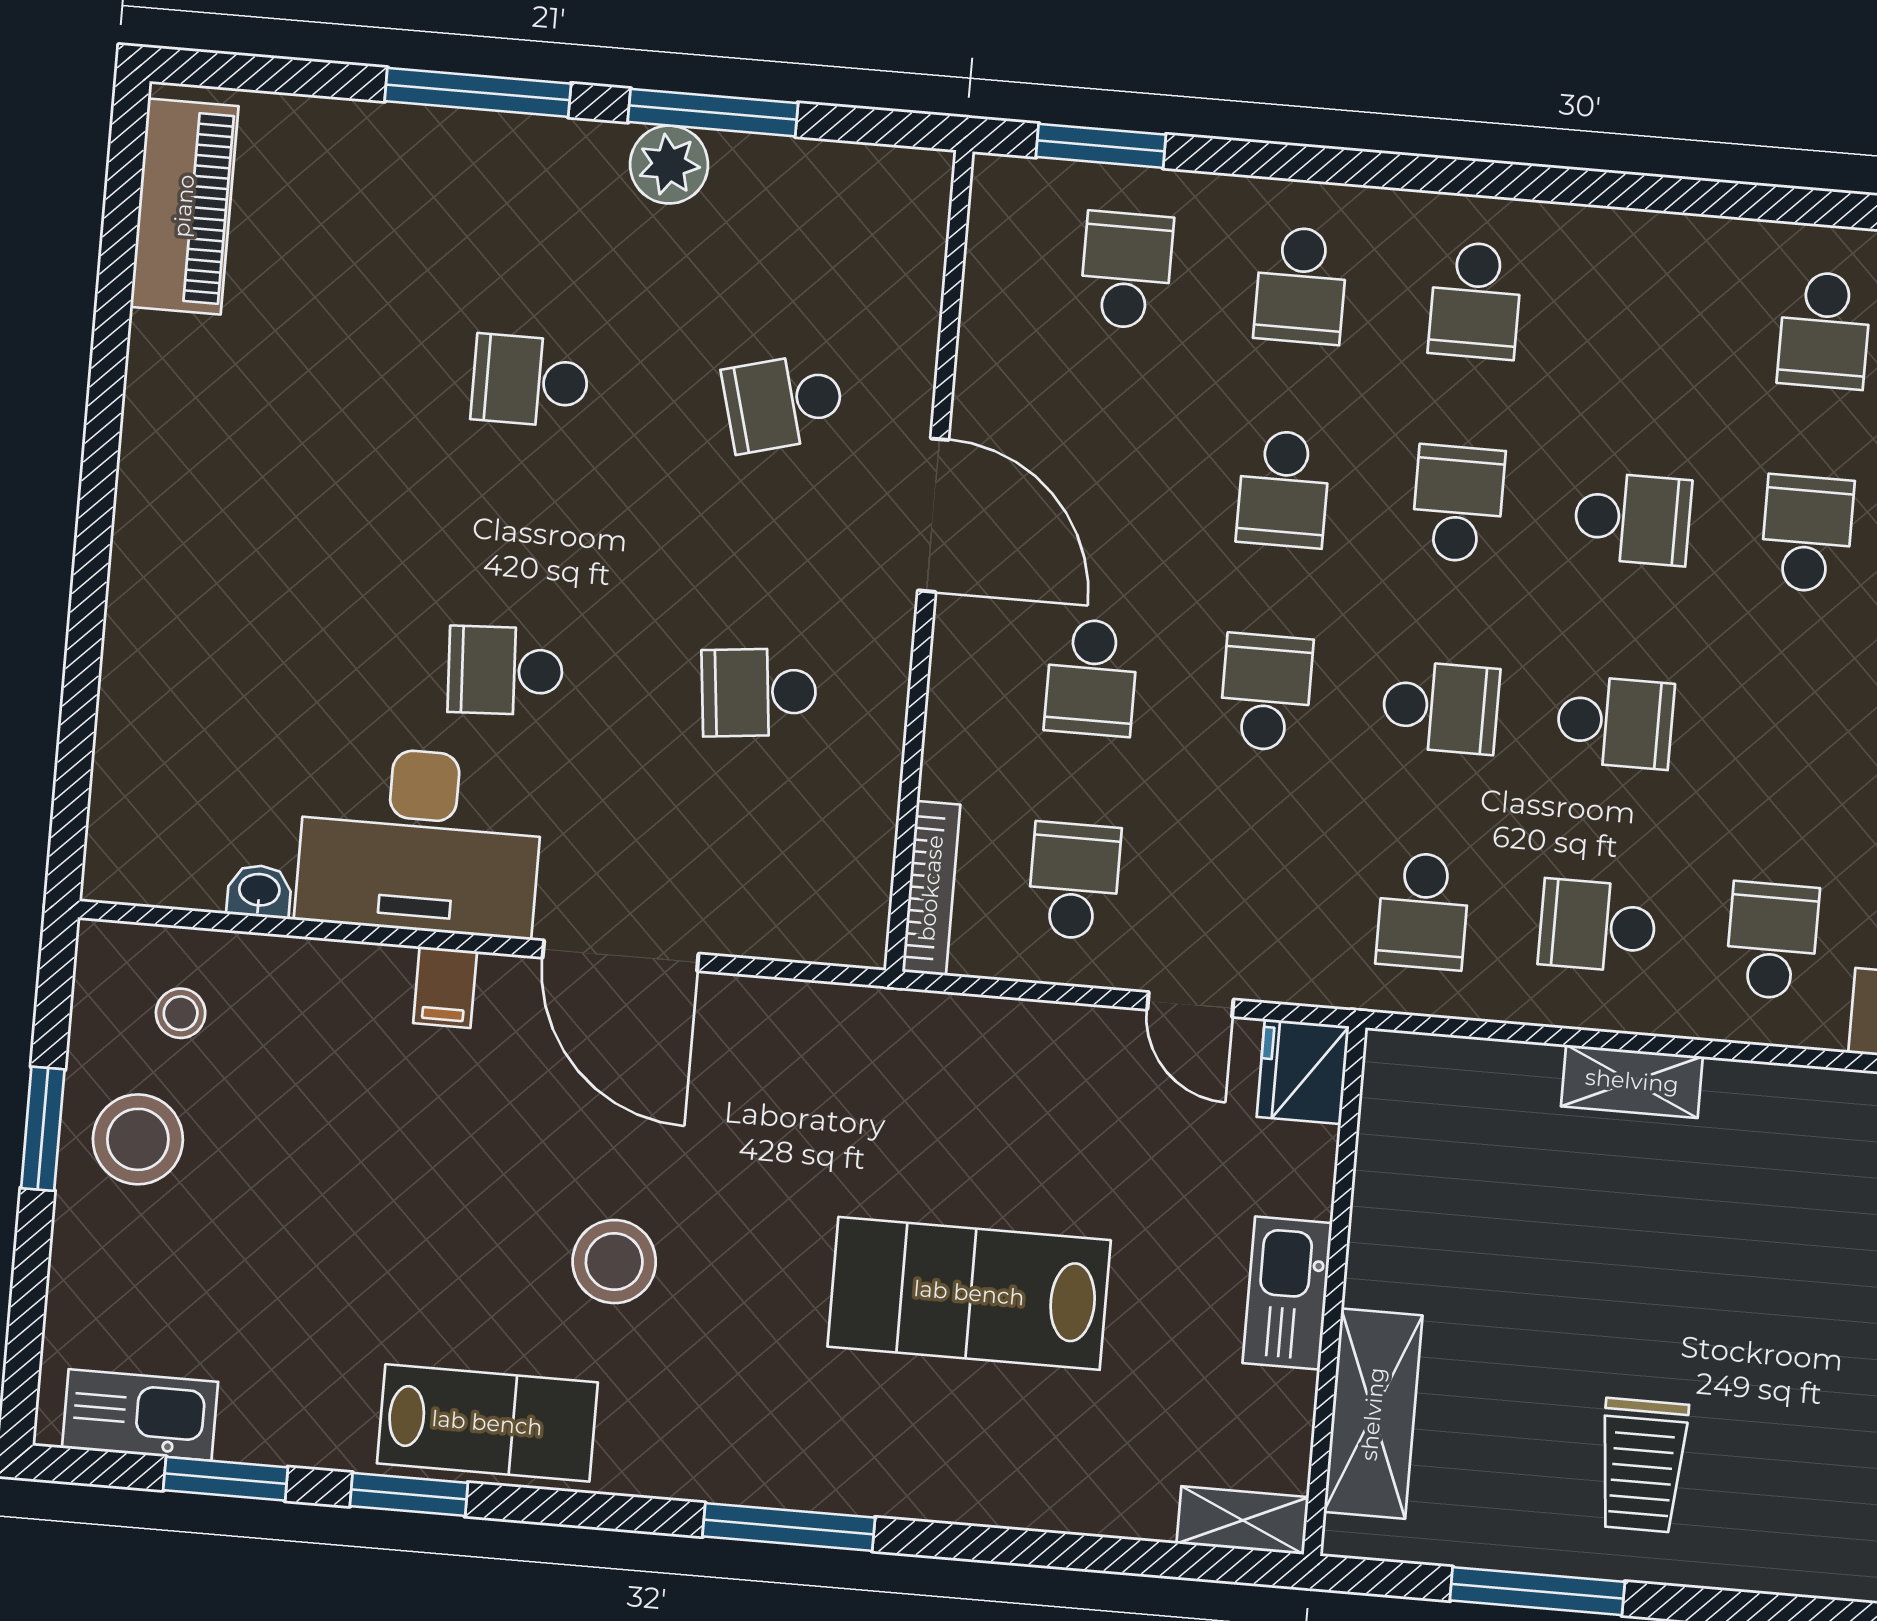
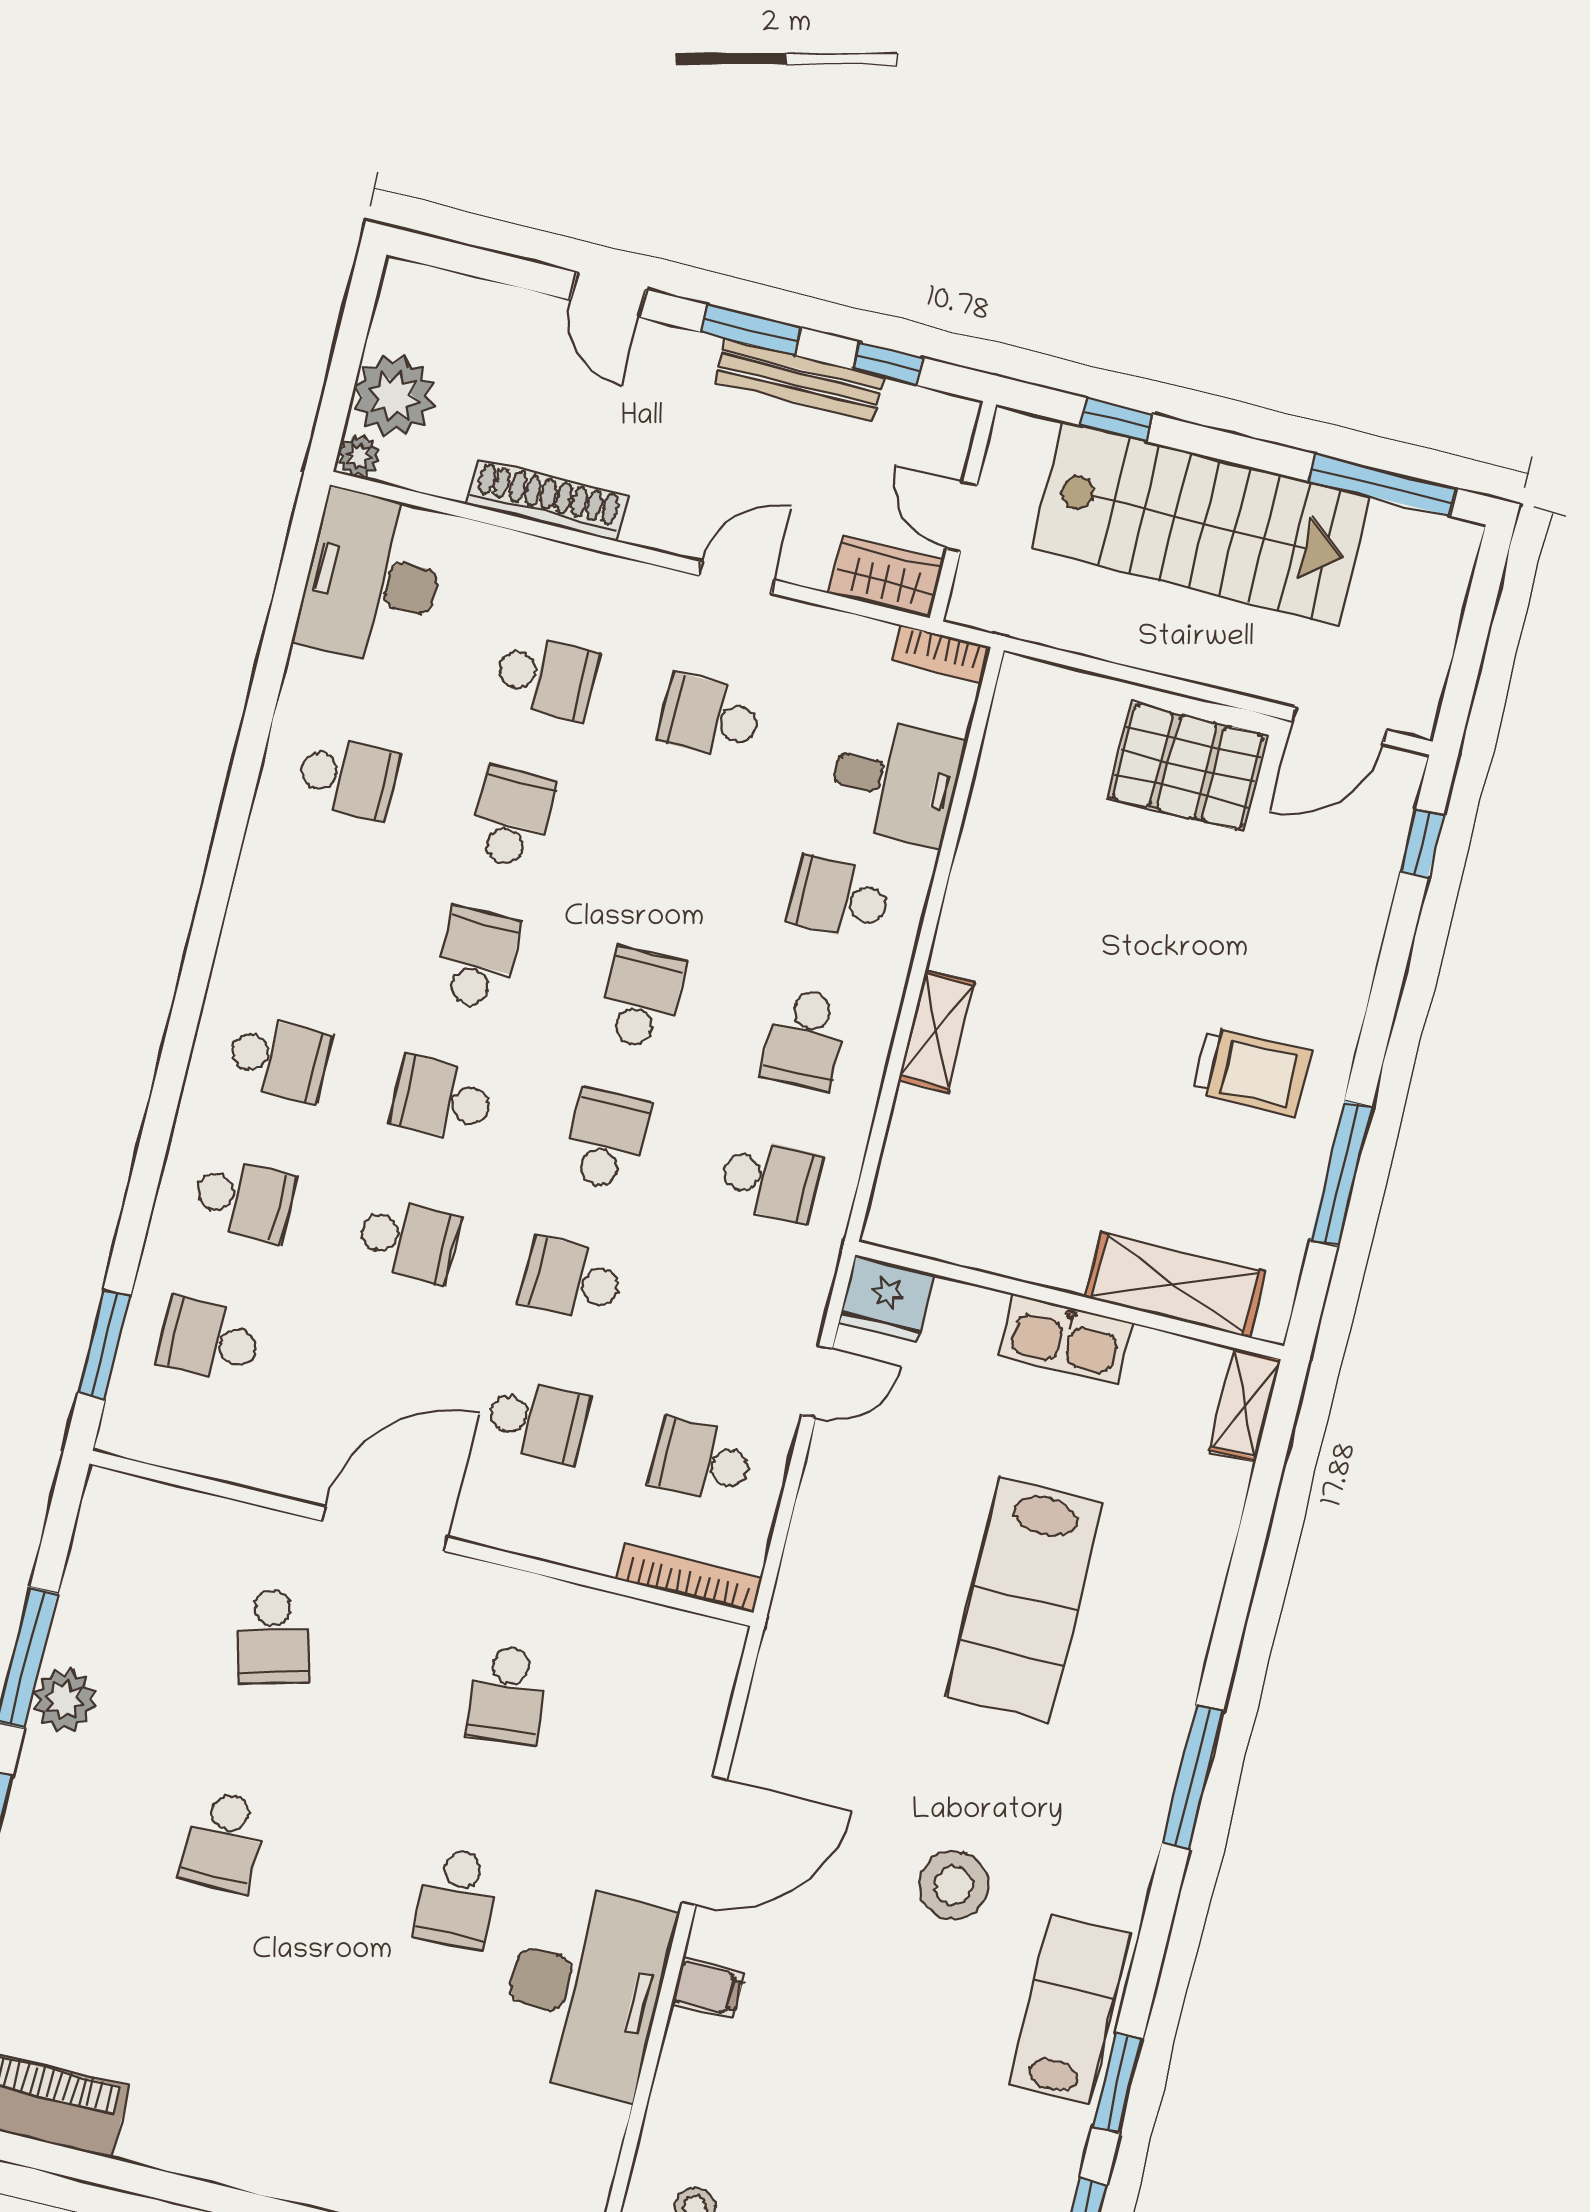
school desk: (1807, 534) -> (511, 818), turned 90
washbasin: (259, 891) -> (606, 2128), removed

